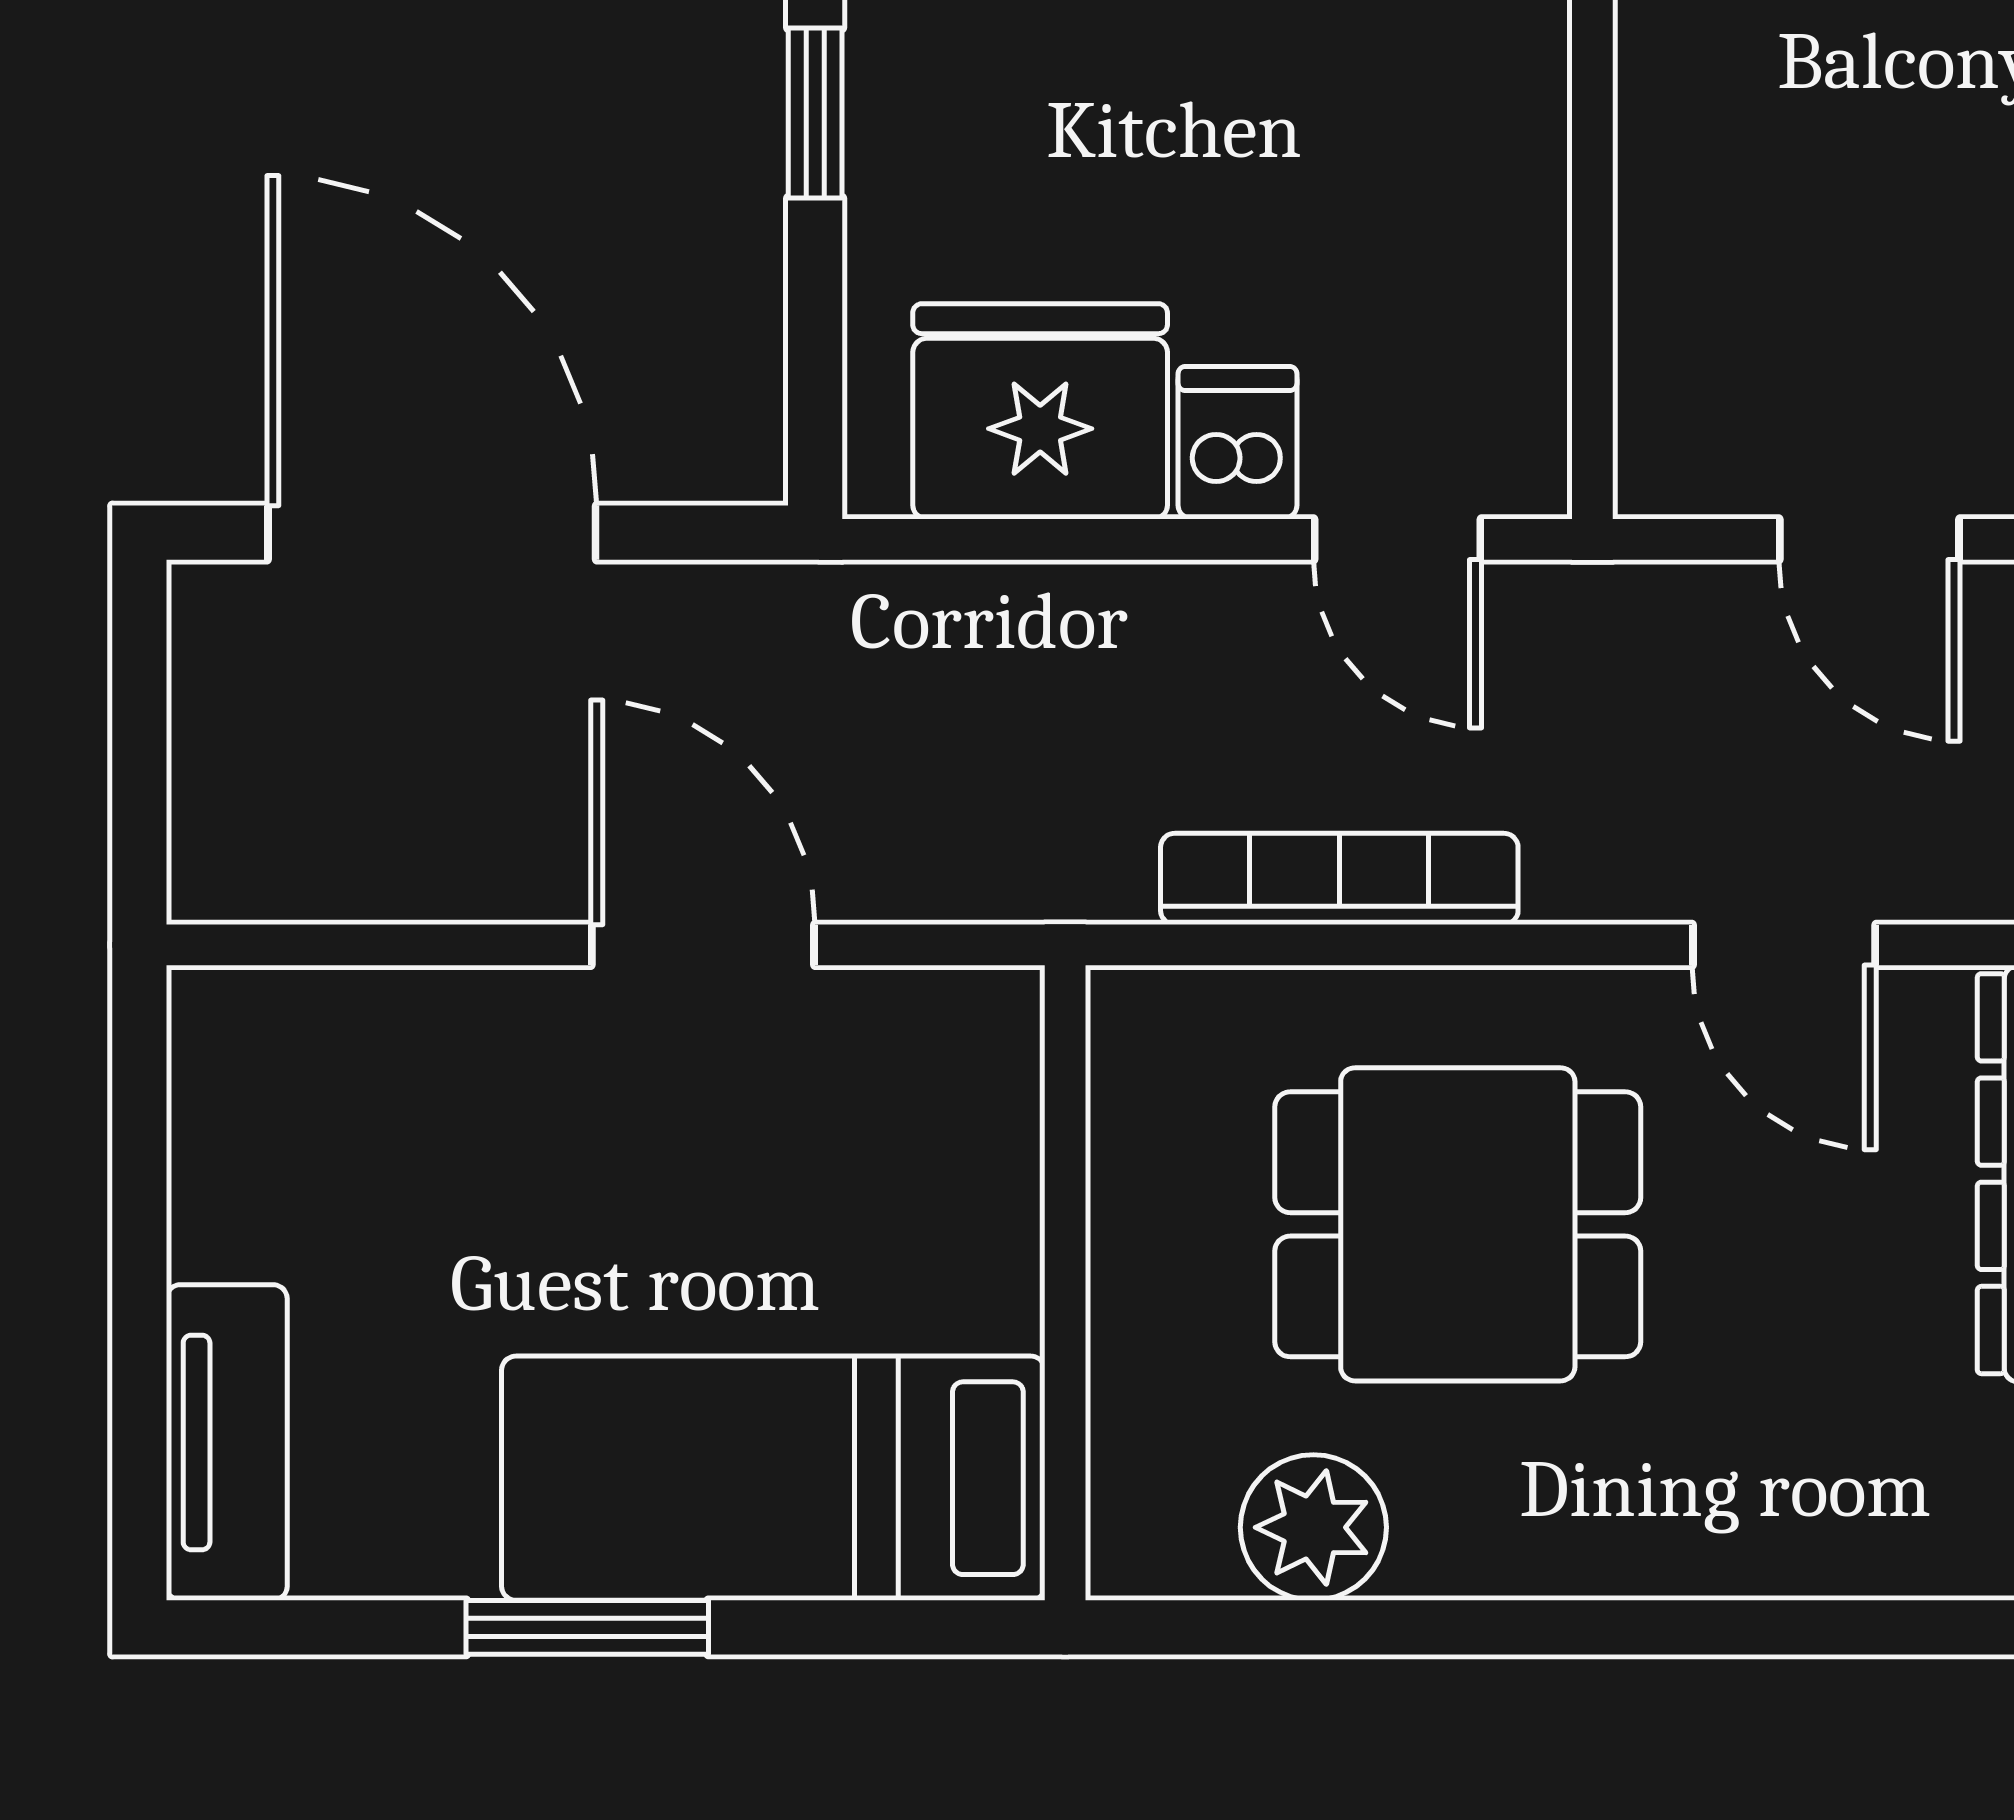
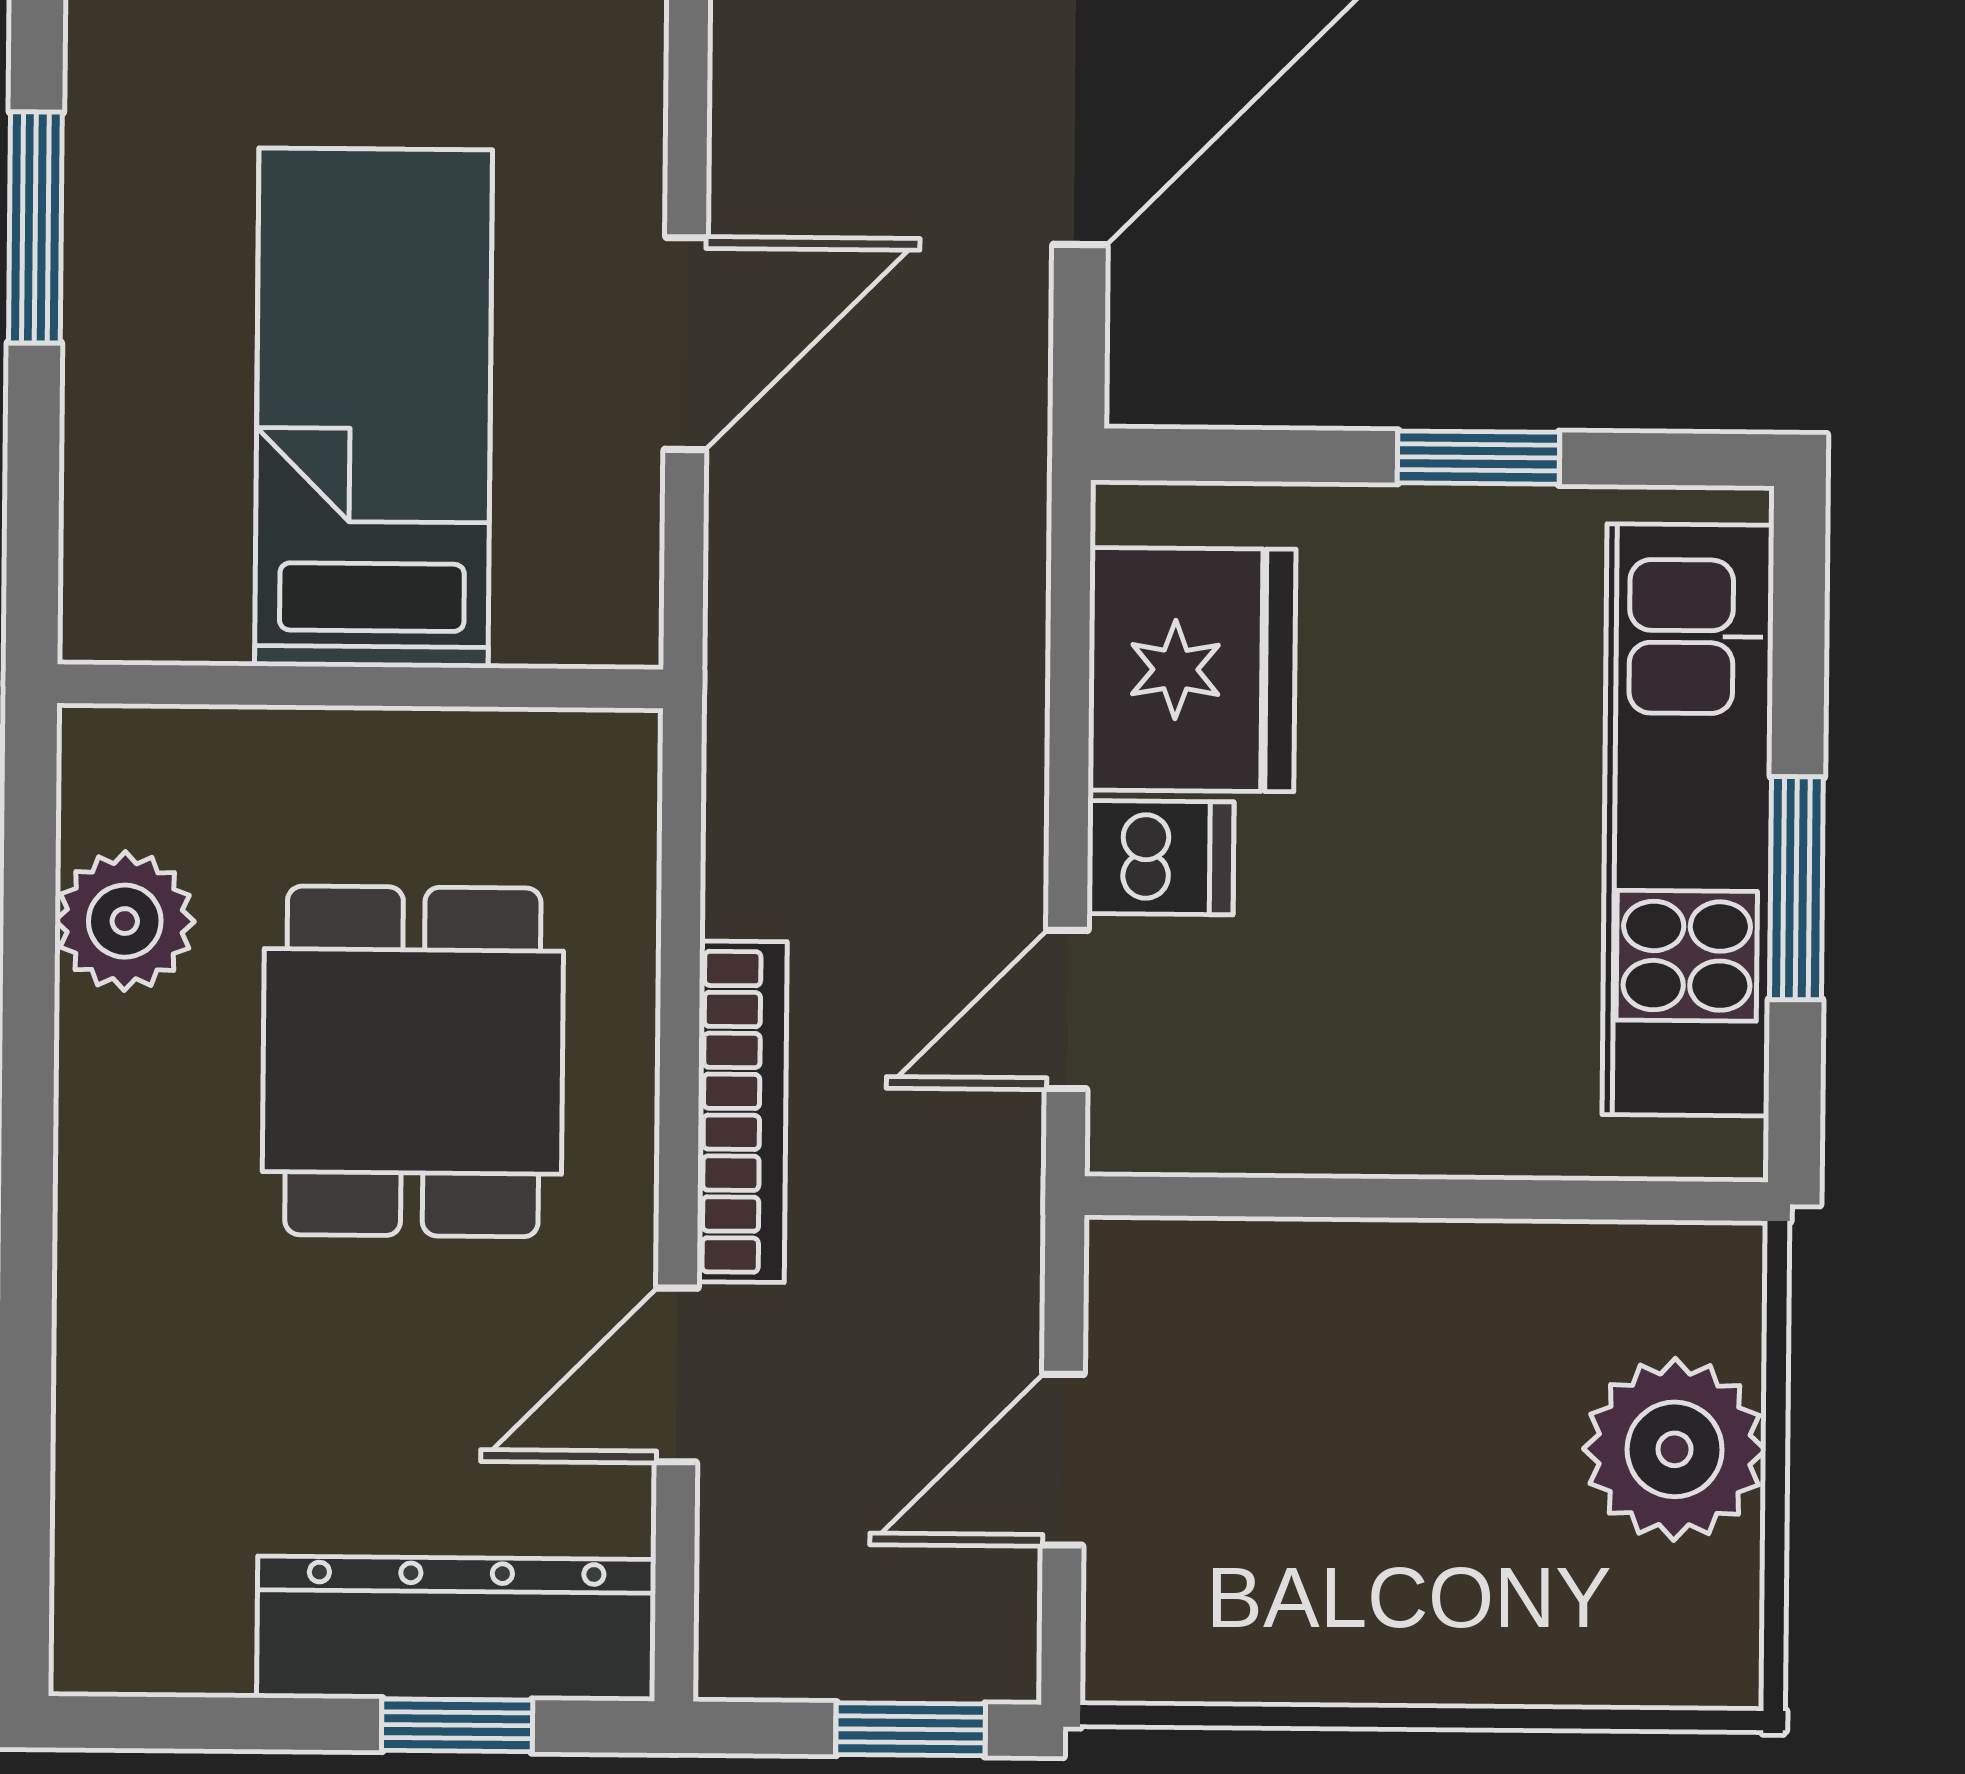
bookcase: (1339, 879) -> (742, 1112), moved
bed: (773, 1478) -> (374, 408), moved

